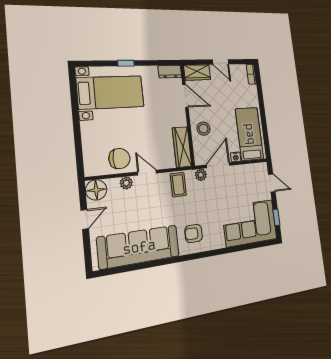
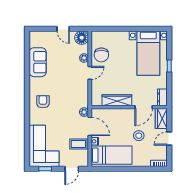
stool: (204, 129) -> (139, 136), moved
wardrobe: (182, 147) -> (117, 100), moved
coffee table: (178, 185) -> (78, 144), moved
sofa: (139, 247) -> (38, 62), width x0.54, depth x0.79

